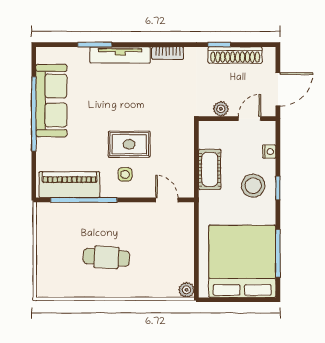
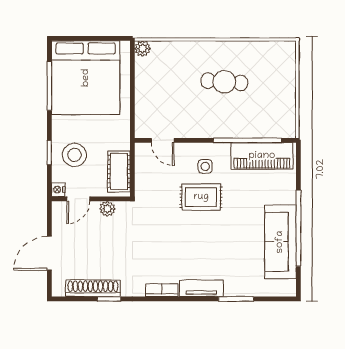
tv unit: (120, 55) -> (201, 288), width x0.71
plant: (221, 109) -> (107, 209), moved
wall: (237, 119) -> (91, 199), moved
door: (250, 119) -> (78, 199), moved

